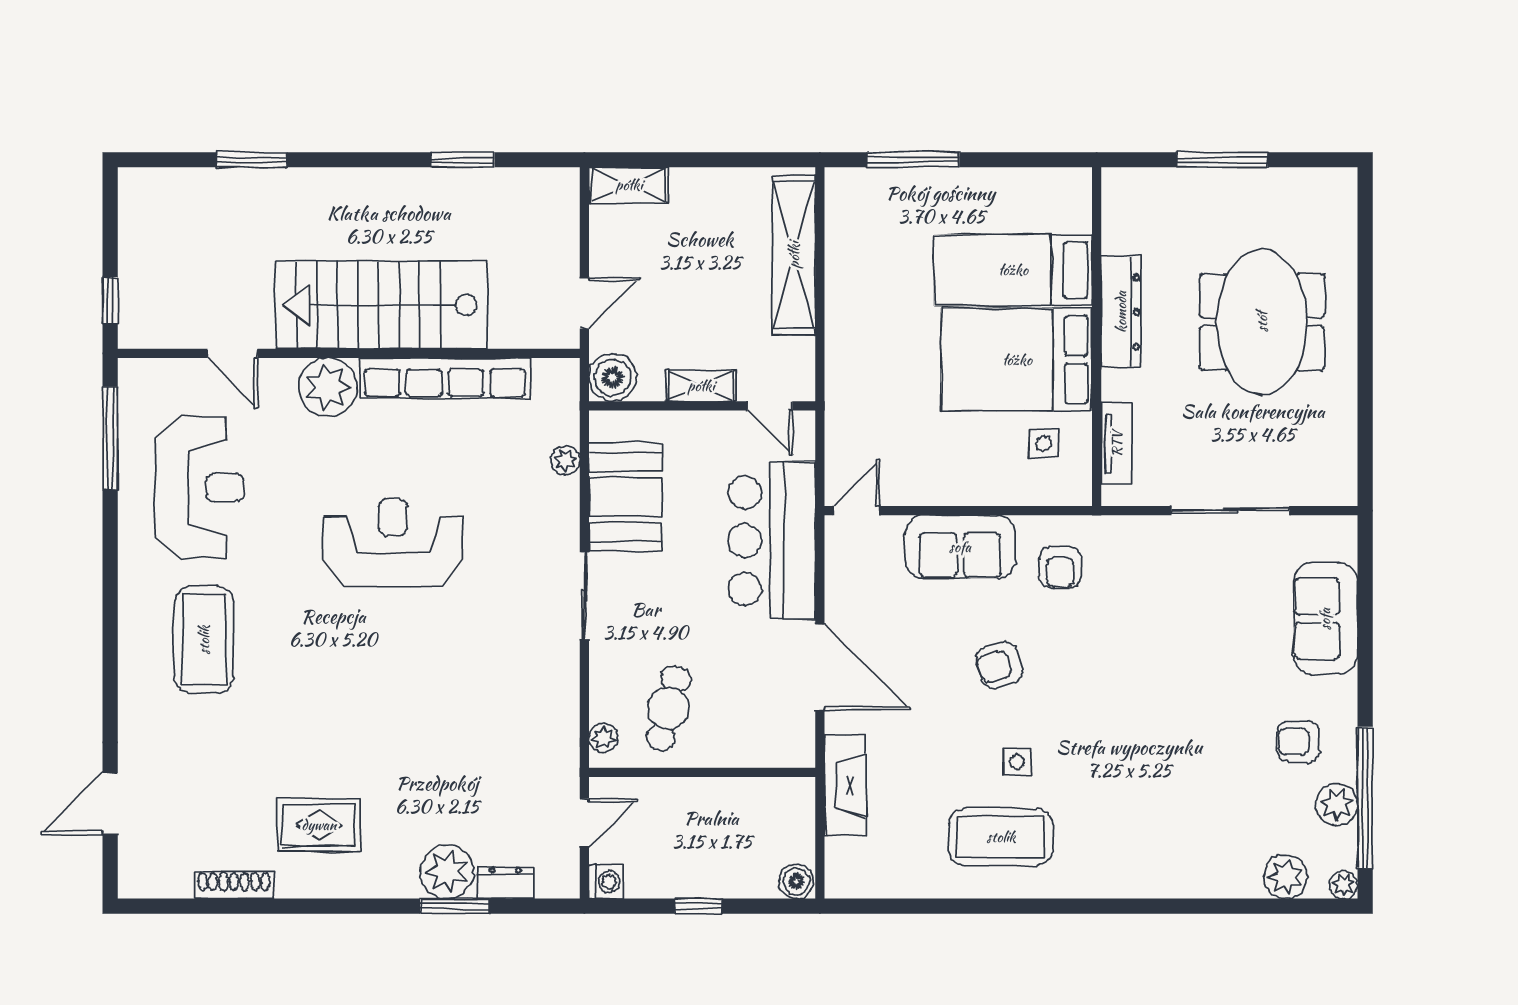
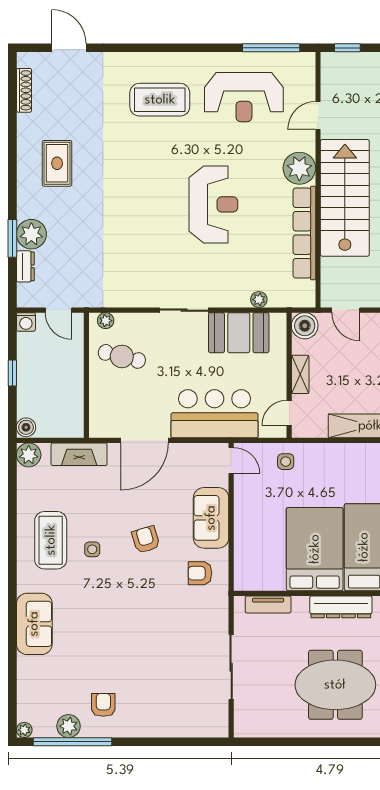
side table: (1044, 444) -> (286, 462), moved
sofa: (1325, 619) -> (34, 624), moved, turned 90
plant: (1286, 877) -> (29, 455), moved
shoe rack: (234, 885) -> (24, 90), moved

